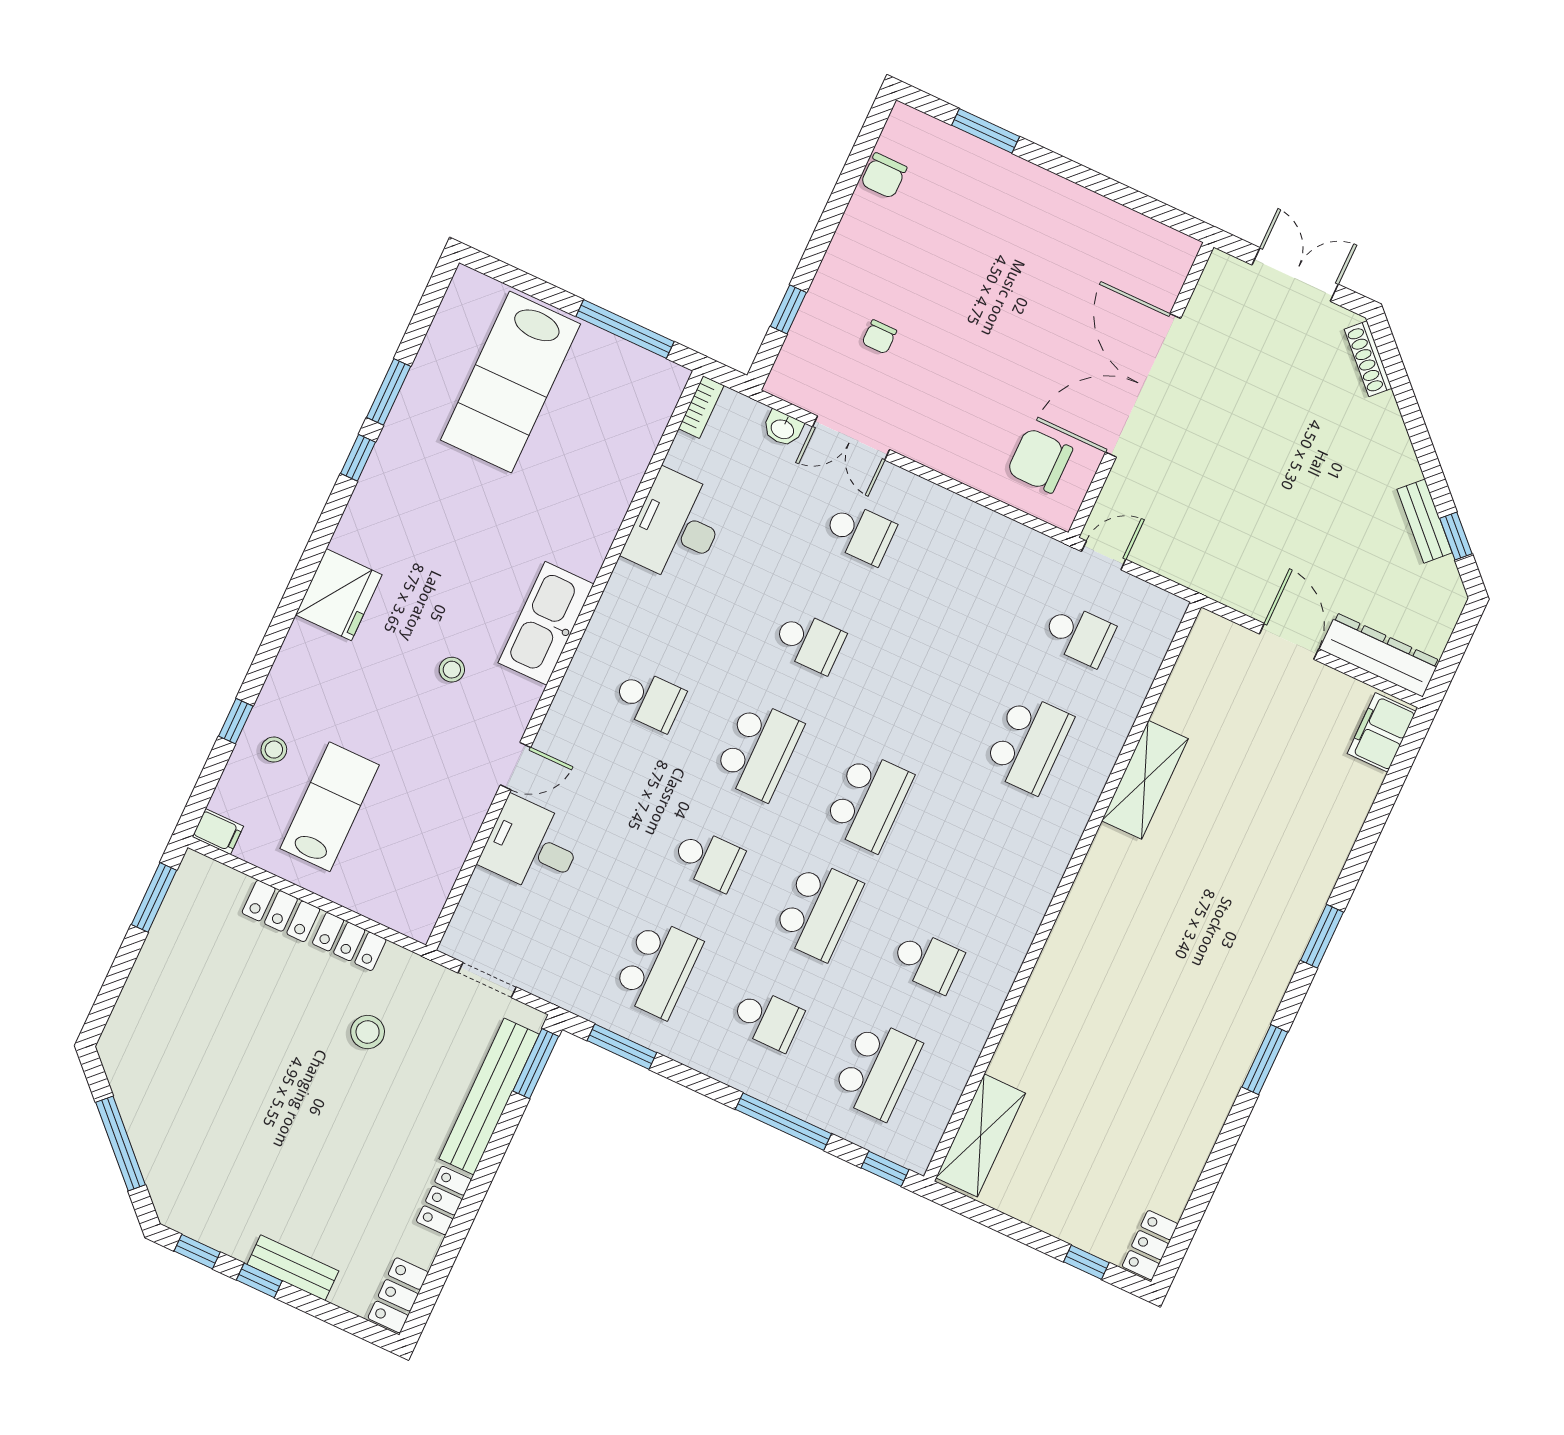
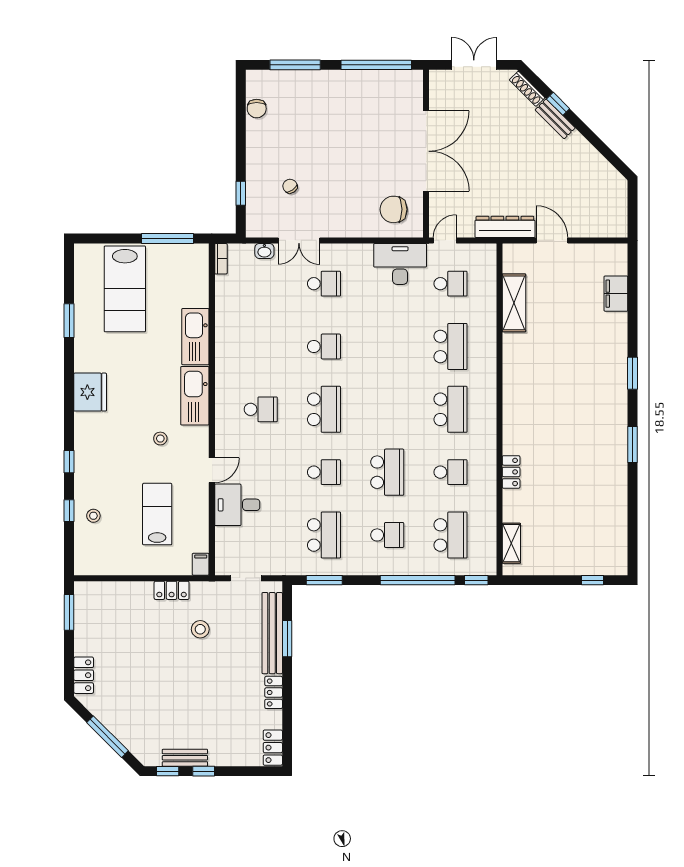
window: (986, 131) -> (295, 65), width x1.44
window: (1126, 196) -> (376, 65), added
chair: (879, 337) -> (290, 186), turned 146
double door: (1143, 385) -> (426, 151), swing flipped
window: (358, 458) -> (69, 462), moved
kitchen sink: (594, 521) -> (195, 337), added
bench: (1424, 521) -> (555, 119), moved
desk: (676, 527) -> (400, 264), moved, turned 90
window: (1456, 536) -> (558, 104), moved
fridge: (339, 595) -> (90, 392), moved
dresser: (1380, 655) -> (505, 227), moved
filing cabinet: (1382, 732) -> (616, 294), moved
shelving: (1145, 780) -> (514, 303), moved
school desk: (868, 801) -> (451, 409), moved
lab bench: (330, 807) -> (157, 514), moved
filing cabinet: (218, 832) -> (201, 564), moved, turned -90
locker: (281, 911) -> (84, 675), moved, turned -90
window: (536, 1064) -> (287, 639), moved
window: (783, 1122) -> (418, 580), width x1.46
shelving: (981, 1135) -> (511, 543), width x0.67, depth x0.75
locker: (1150, 1245) -> (511, 472), moved, turned 180
bench: (293, 1268) -> (185, 758), moved

